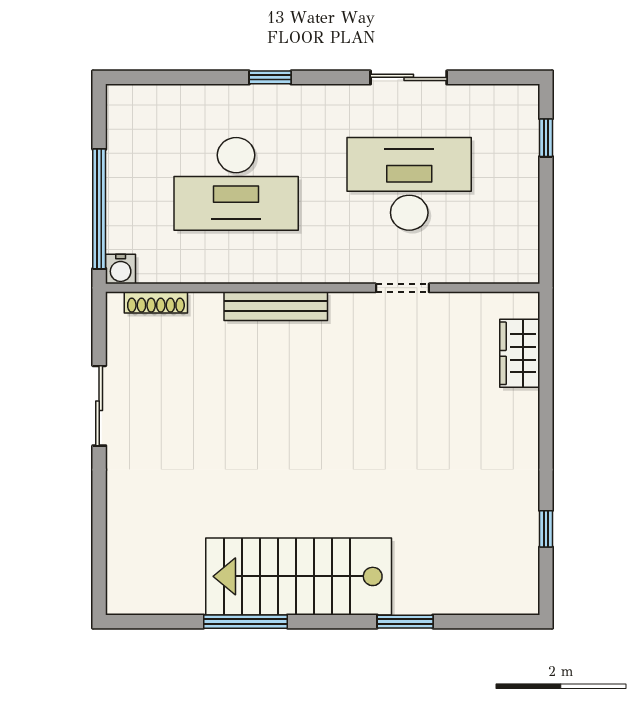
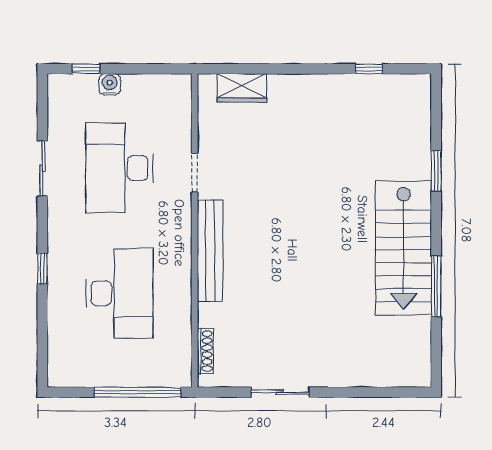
water cooler: (121, 269) -> (110, 84), moved, turned -90
bench: (276, 306) -> (210, 251), width x1.37, depth x1.21

